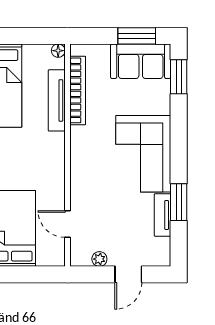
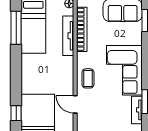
coffee table: (87, 166) -> (88, 78), added
door: (67, 224) -> (75, 104), moved

